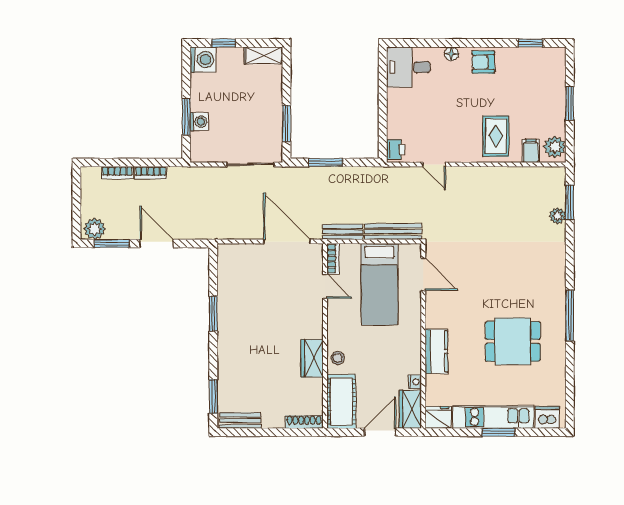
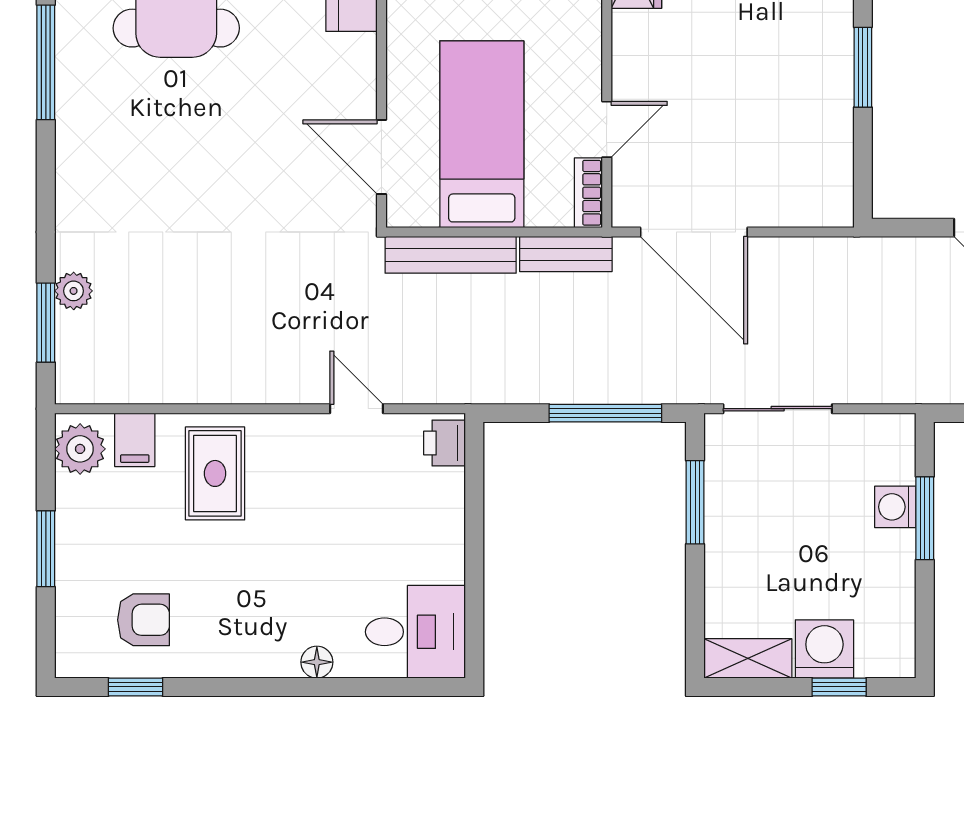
washing machine: (203, 60) -> (824, 649), moved, turned 90
armchair: (483, 62) -> (144, 620), moved
window: (326, 163) -> (605, 413), width x1.44
door: (325, 286) -> (607, 129), swing flipped

